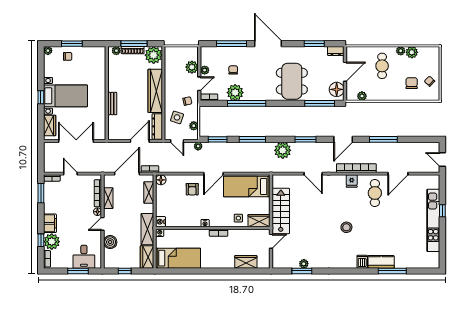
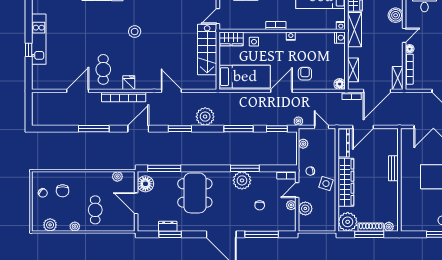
dresser: (336, 51) -> (168, 226), moved
plant: (412, 52) -> (50, 225), moved
door: (345, 72) -> (136, 203), hinge flipped
plant: (235, 93) -> (242, 180), moved
window: (247, 103) -> (245, 168), width x0.68
side table: (177, 117) -> (326, 184), moved
door: (442, 160) -> (29, 106), removed
shelving: (108, 198) -> (398, 78), moved
kitchen unit: (433, 220) -> (39, 39), width x0.73

